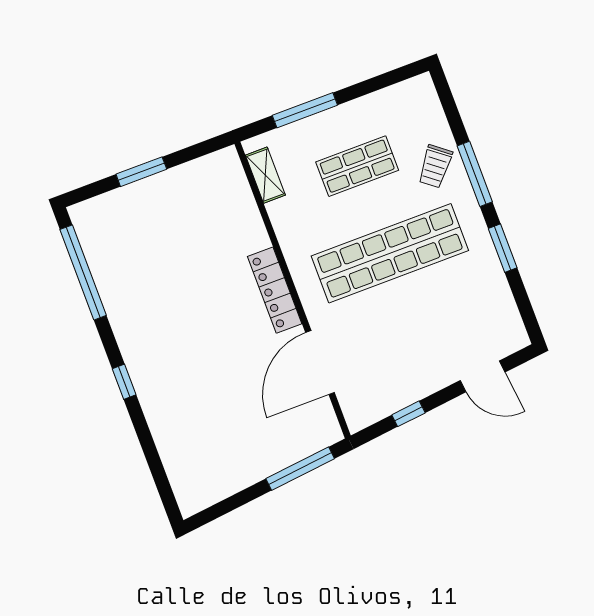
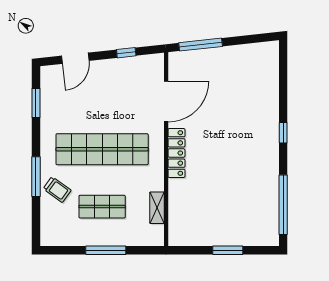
window: (305, 110) -> (106, 250), moved
trolley: (435, 166) -> (57, 190), turned 88
shelving: (265, 175) -> (157, 208), moved
window: (503, 248) -> (36, 103), moved
door: (483, 376) -> (75, 58), swing flipped

